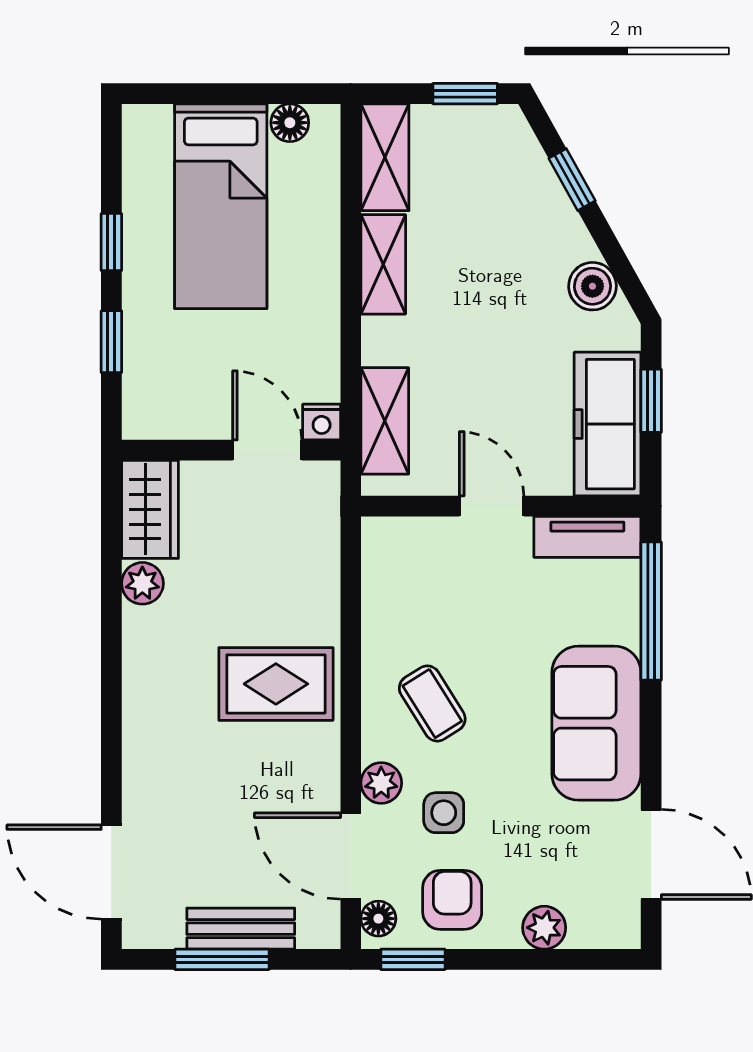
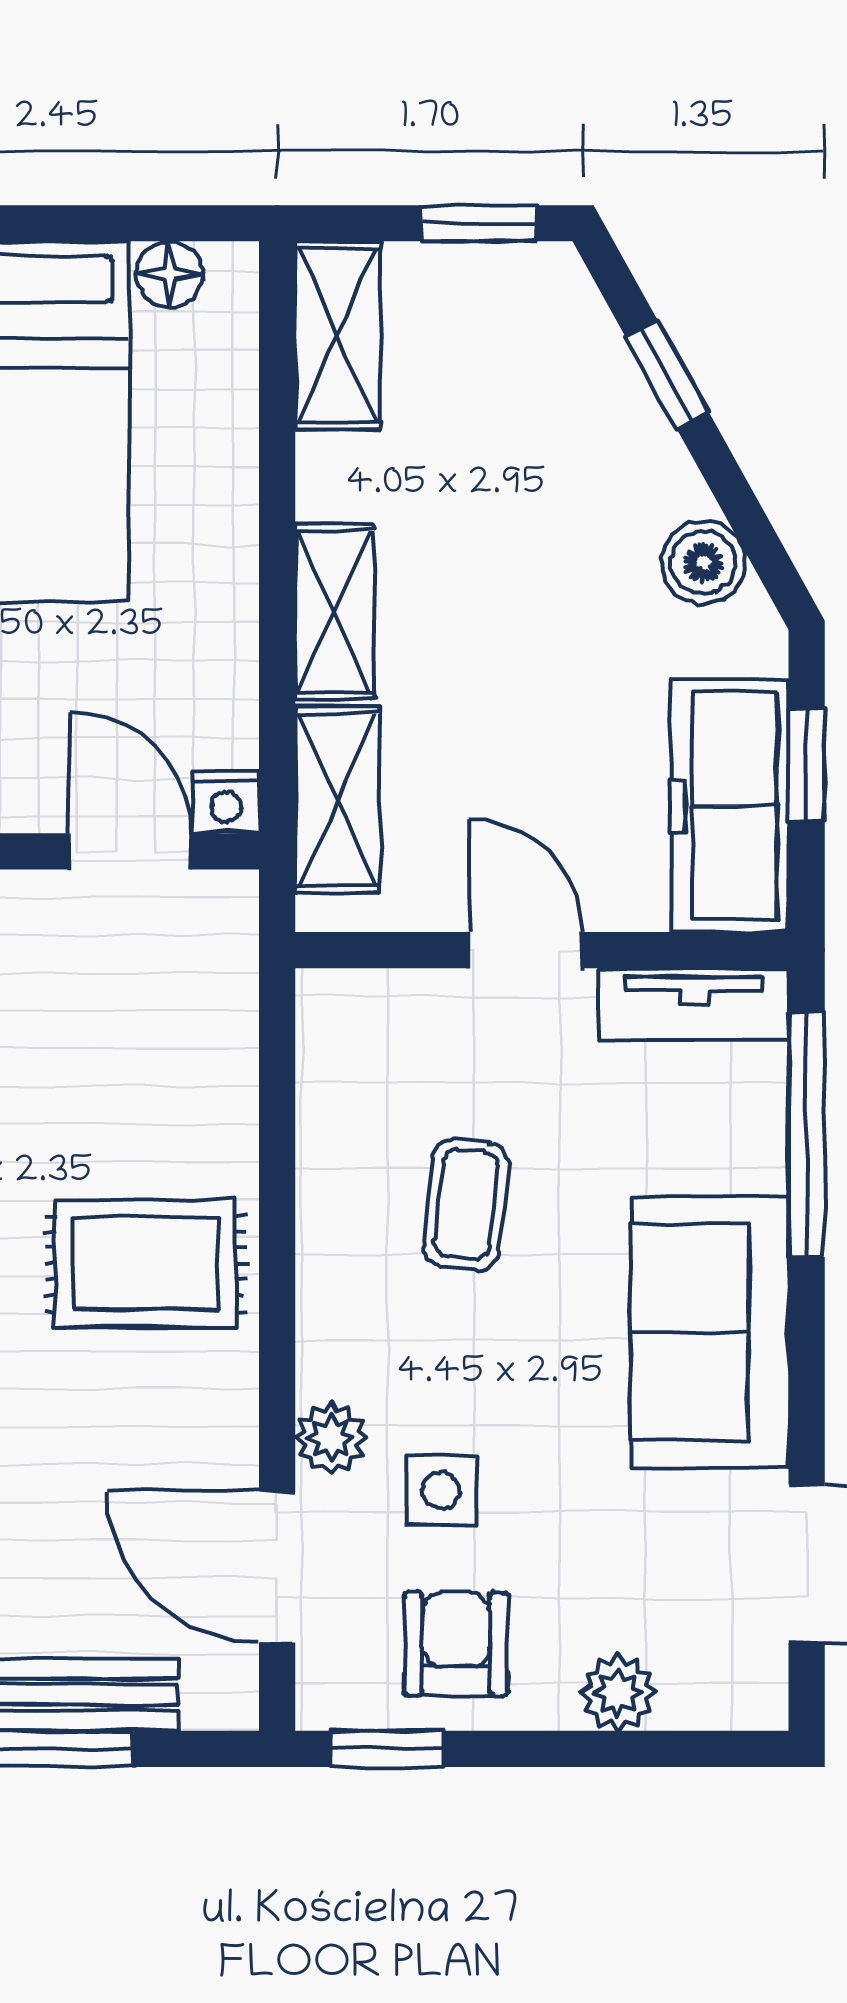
shelving: (383, 264) -> (335, 611), moved
coffee table: (432, 703) -> (466, 1204), moved, turned 38
floor lamp: (378, 919) -> (326, 1677), removed

